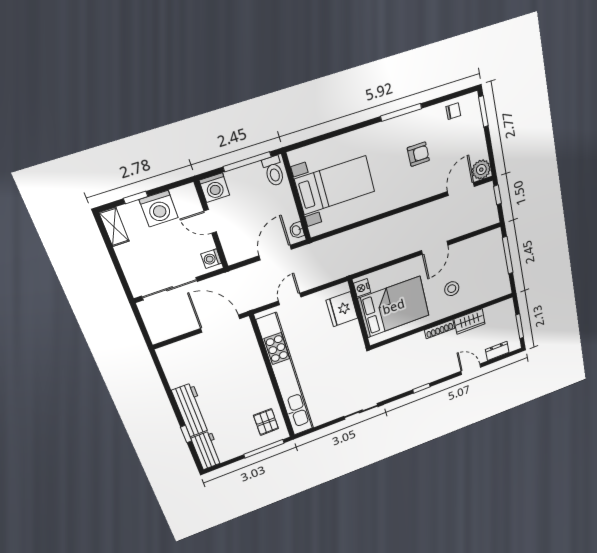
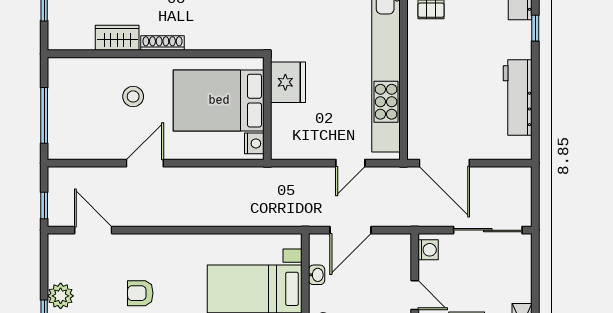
plant: (481, 170) -> (61, 296), moved
door: (461, 189) -> (93, 230), swing flipped
washbasin: (297, 230) -> (317, 275), moved
fridge: (342, 309) -> (288, 82), moved
workbench: (191, 410) -> (518, 98), moved

